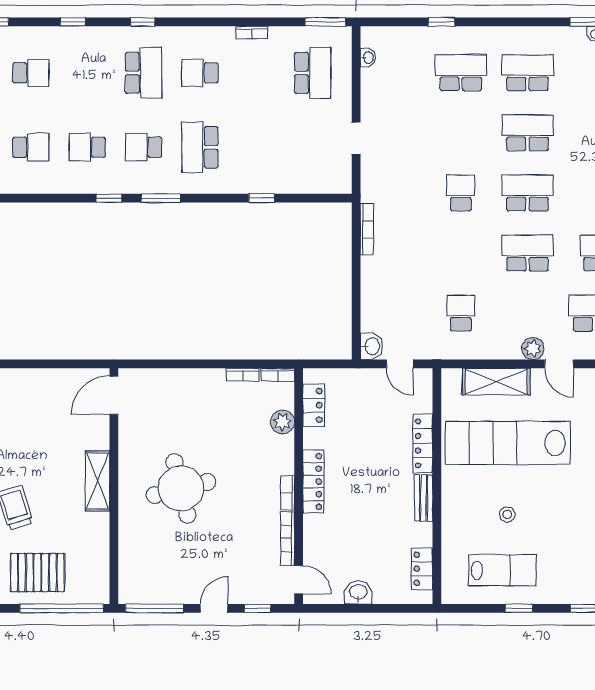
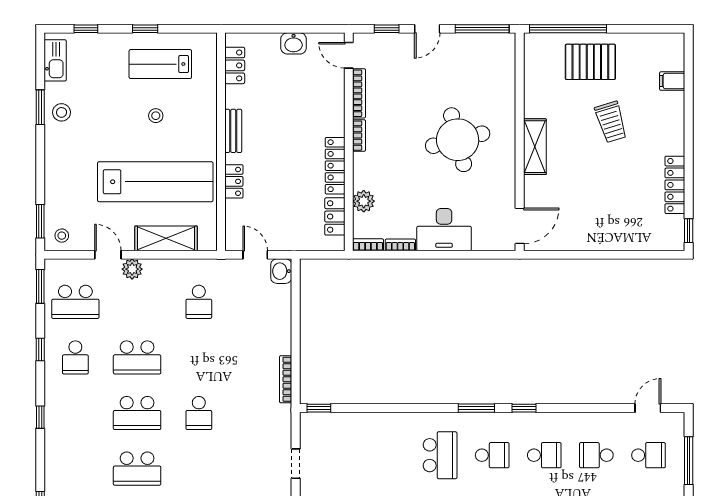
window: (262, 198) -> (319, 408), moved
desk: (196, 391) -> (444, 230), added
locker: (423, 443) -> (234, 181), width x0.66
locker: (313, 481) -> (335, 166), moved

